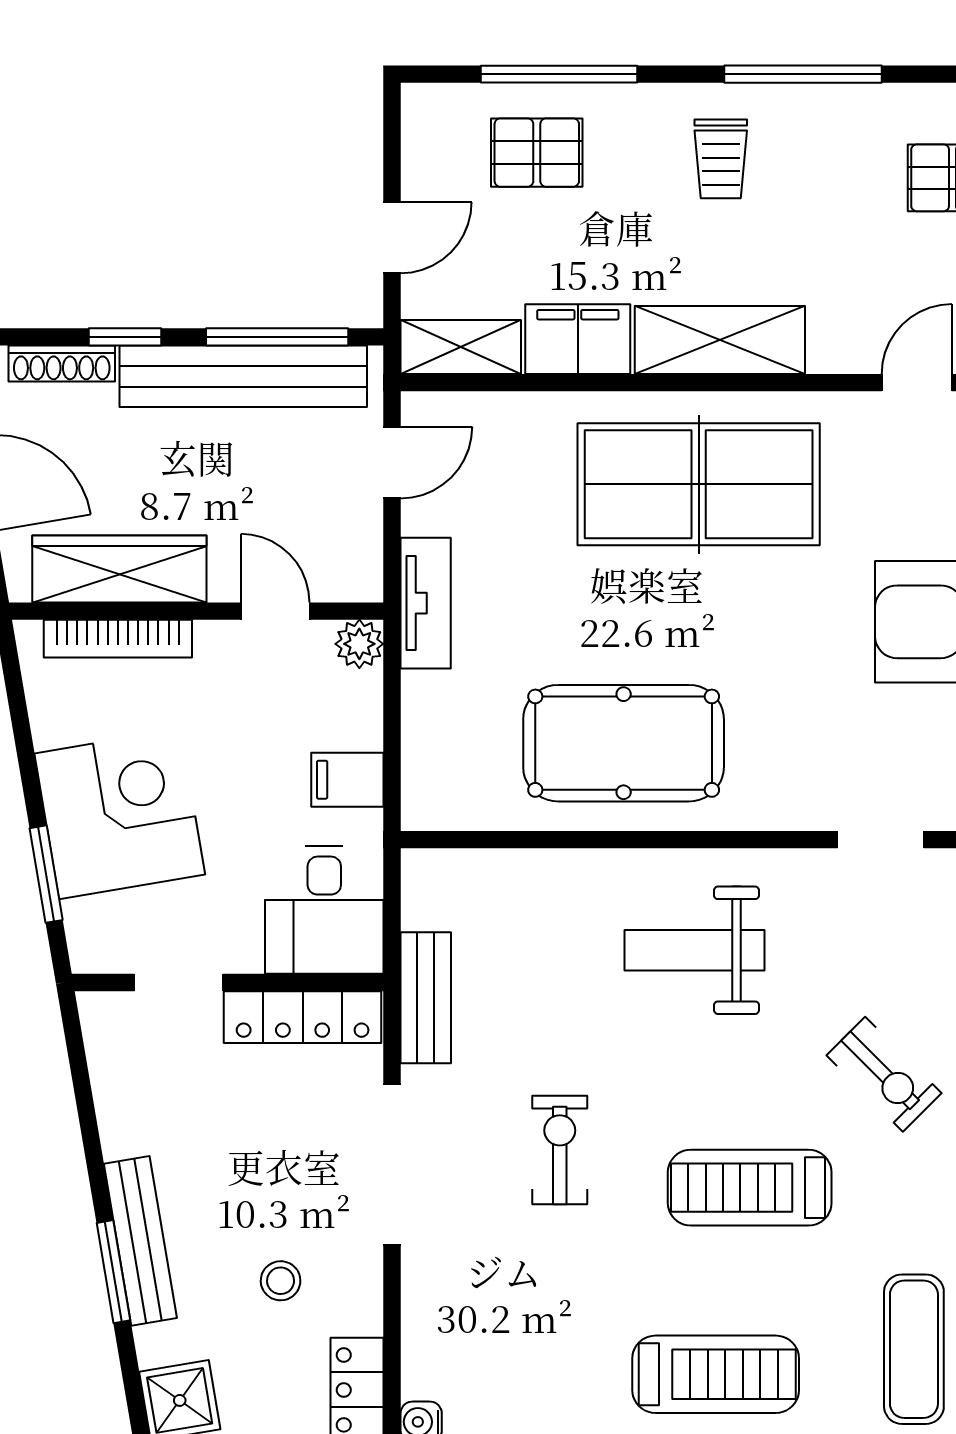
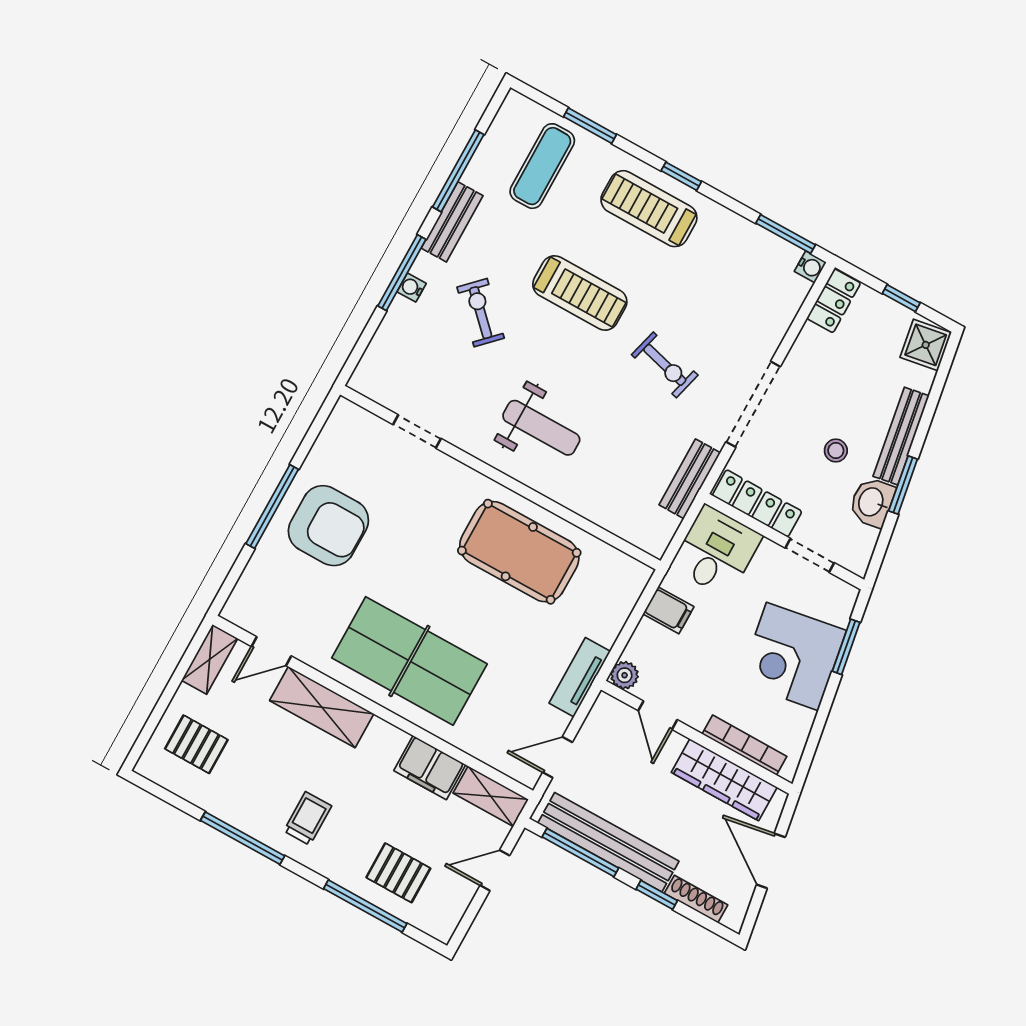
shelving: (720, 340) -> (322, 707), moved
washbasin: (129, 1116) -> (872, 502), added
exercise bike: (560, 1150) -> (665, 365), turned -75
window: (113, 1272) -> (903, 485), moved
stool: (281, 1281) -> (836, 451), moved

